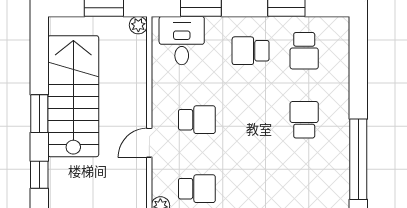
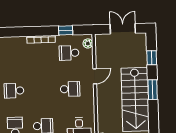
school desk: (197, 120) -> (70, 89), turned 180
school desk: (304, 120) -> (14, 91), turned 90

